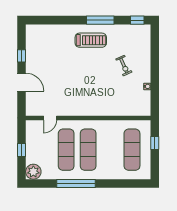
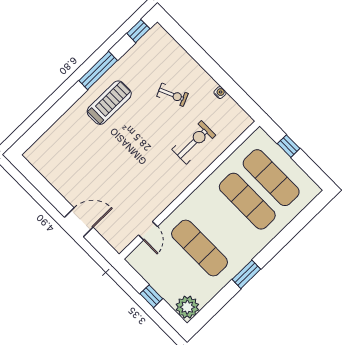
window: (22, 56) -> (51, 194), removed
exercise bike: (112, 98) -> (194, 142), added
exercise mat: (88, 150) -> (247, 201), moved
window: (76, 183) -> (246, 274), width x0.47

